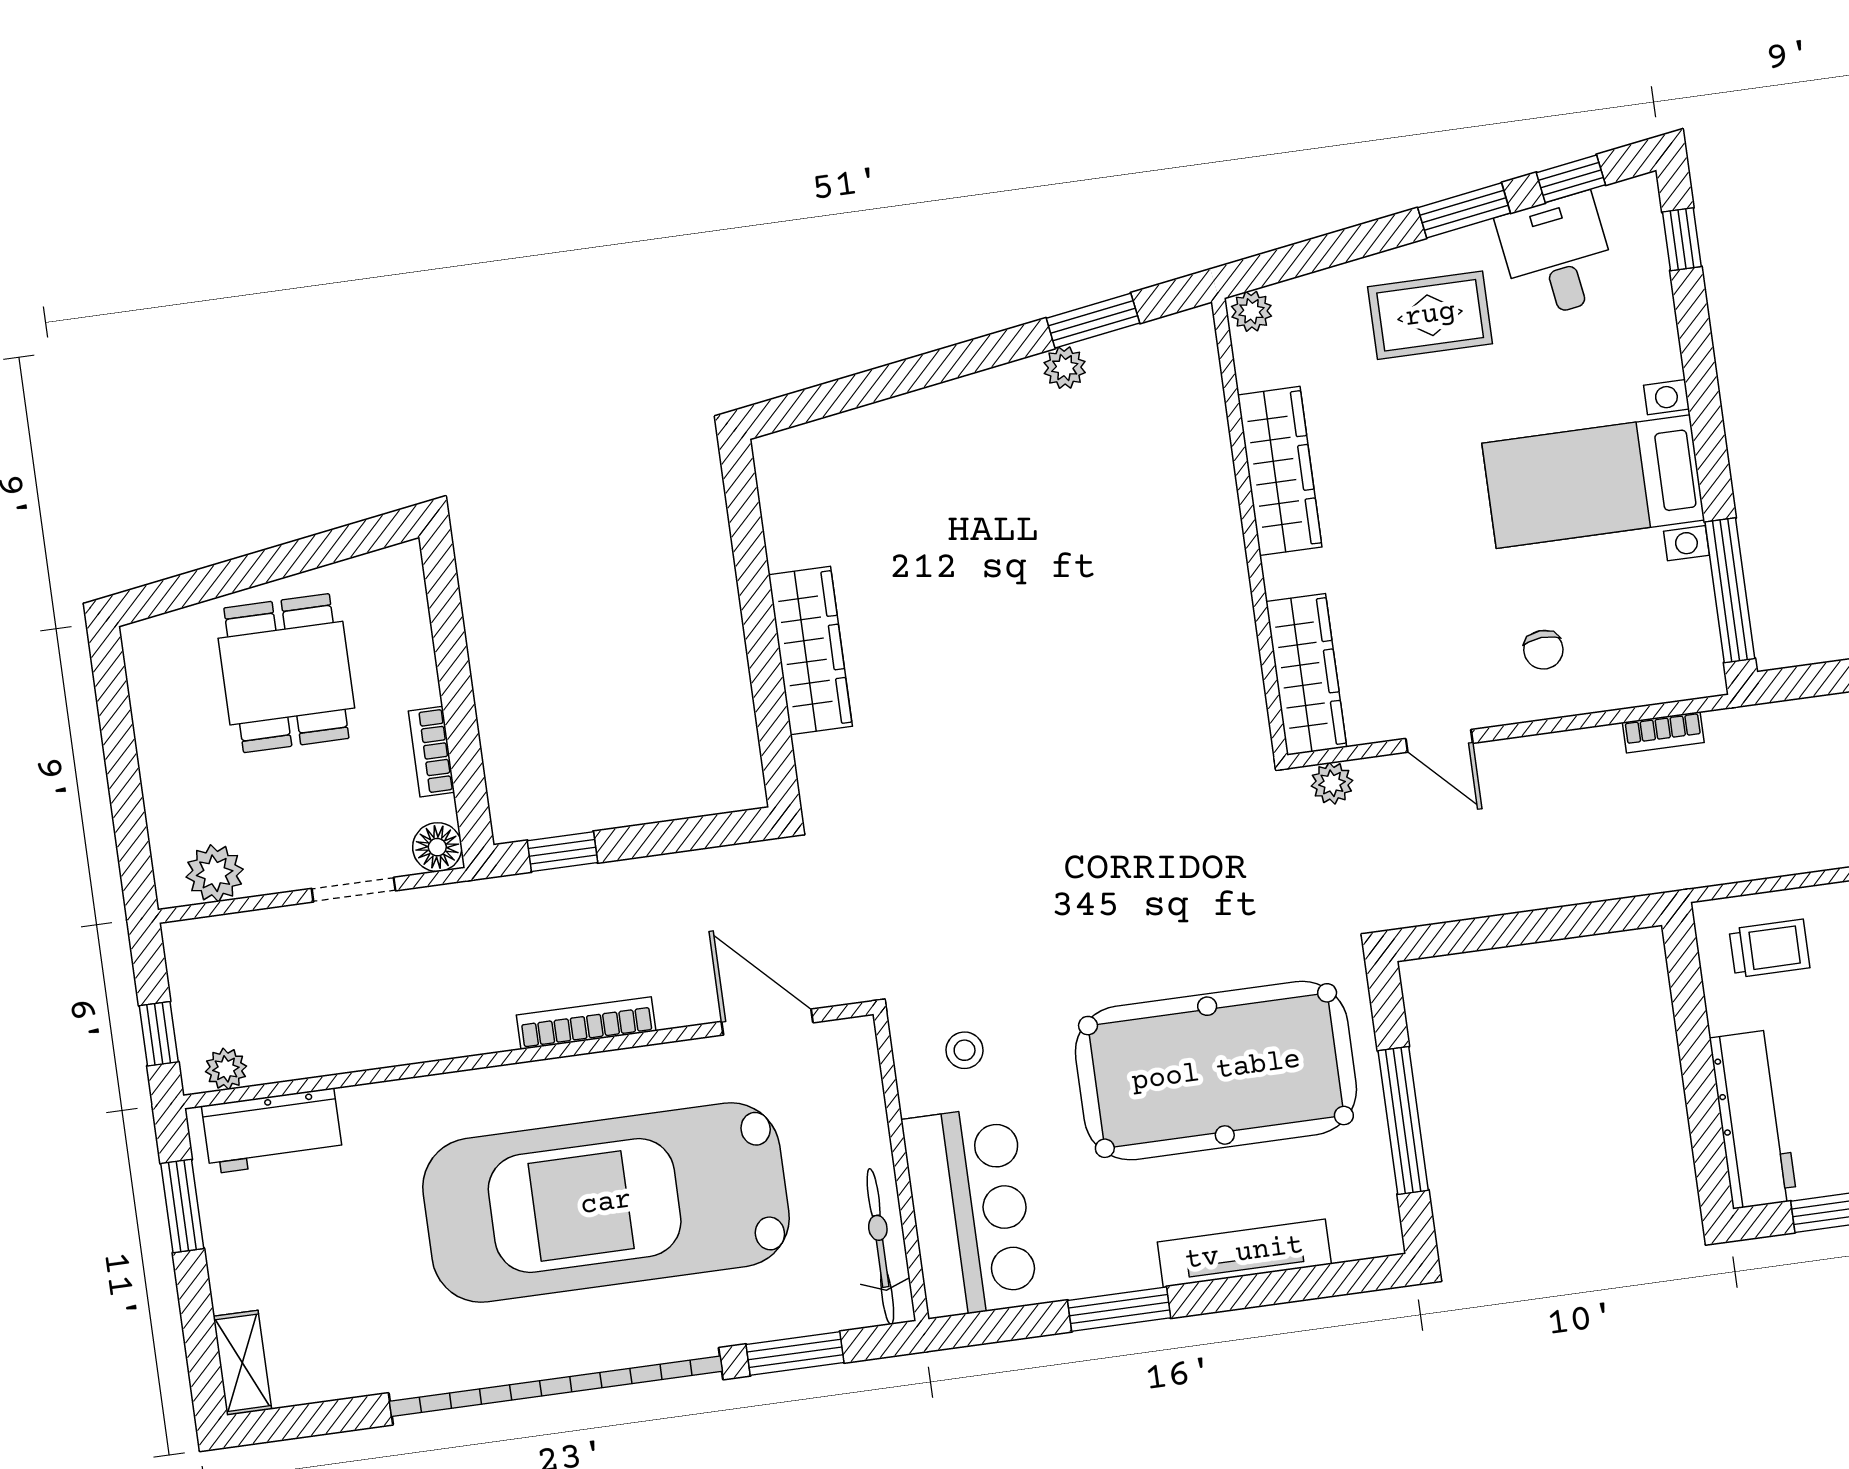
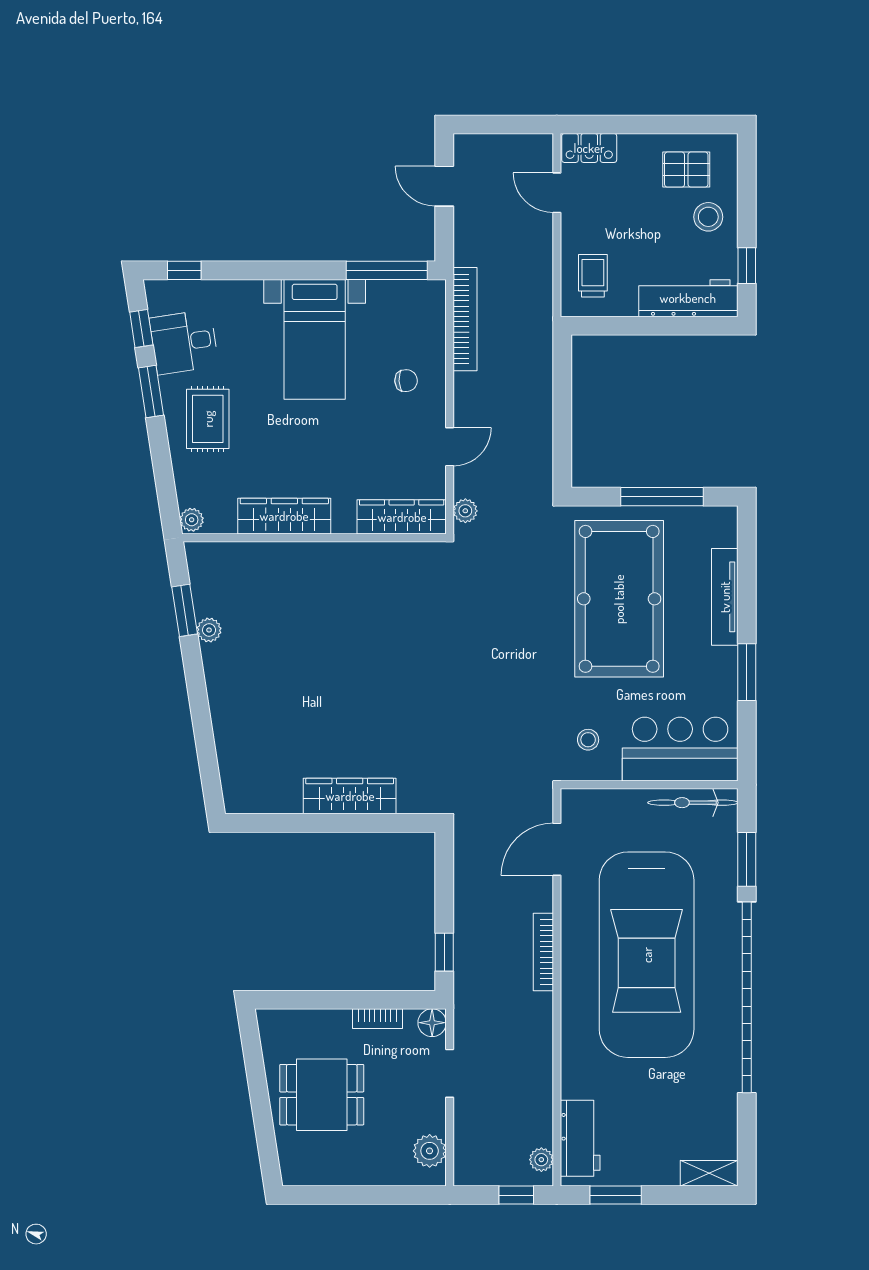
bookcase: (1663, 732) -> (465, 319), width x2.31, depth x1.31

